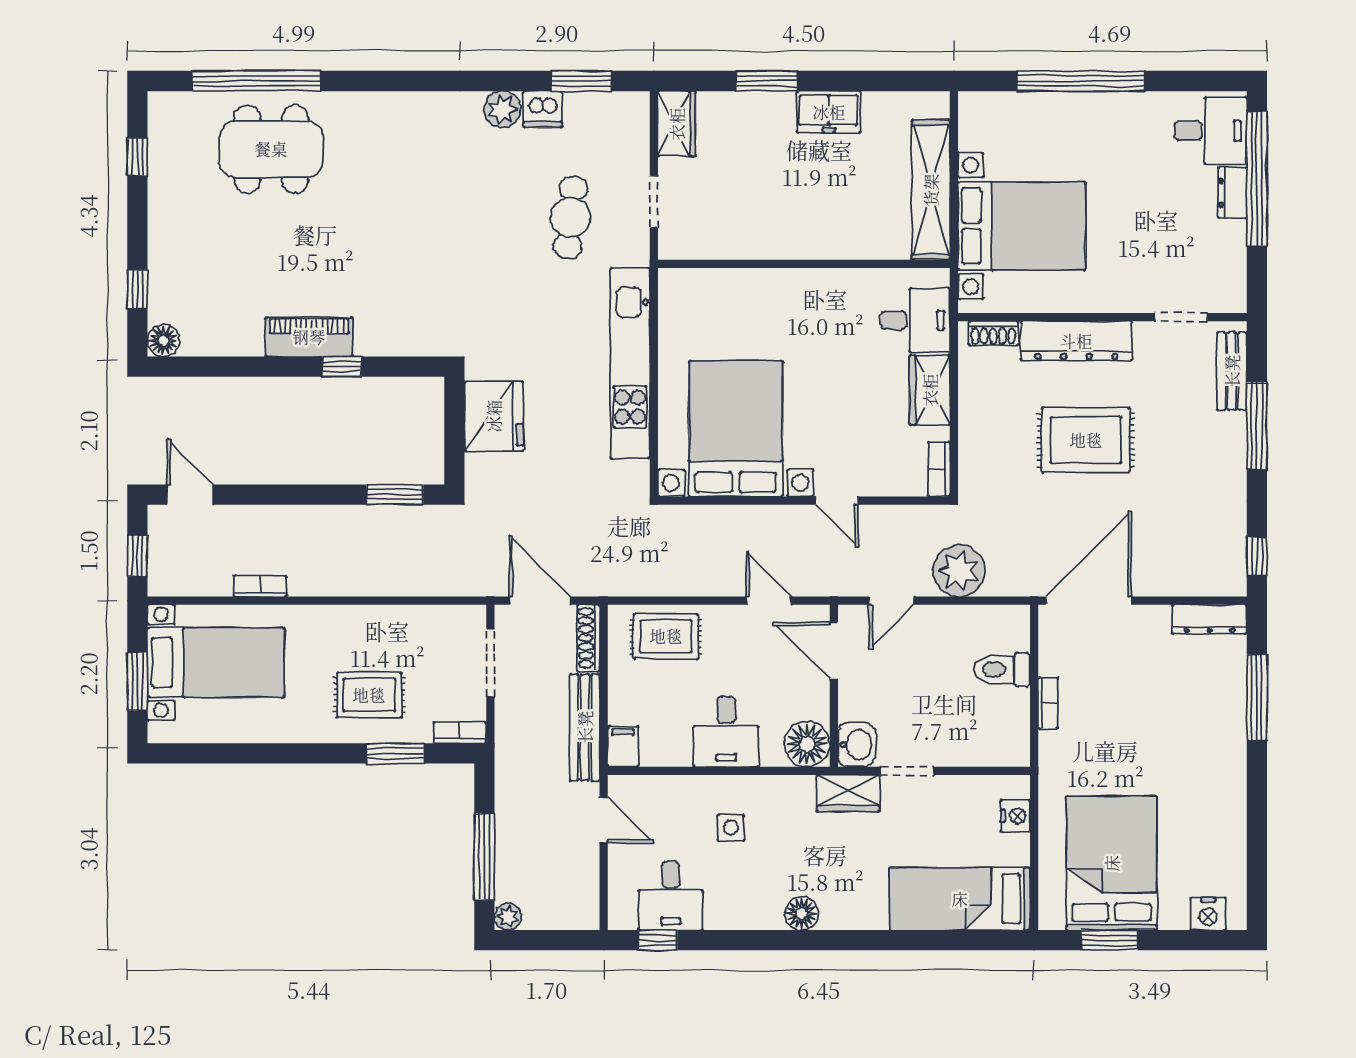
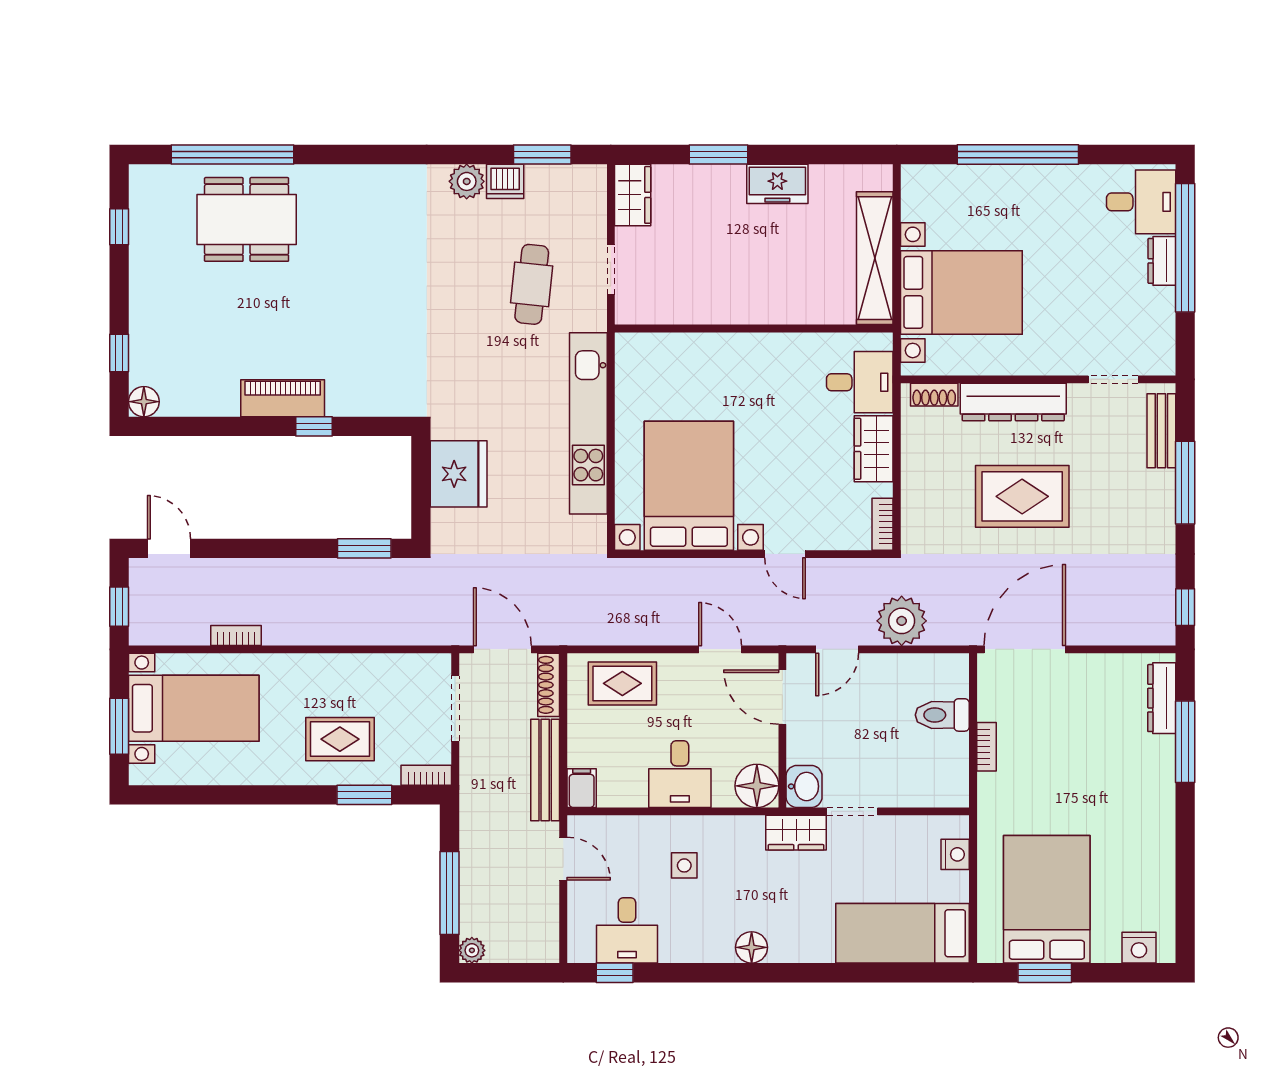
dresser: (1210, 619) -> (1162, 698), moved, turned 90

